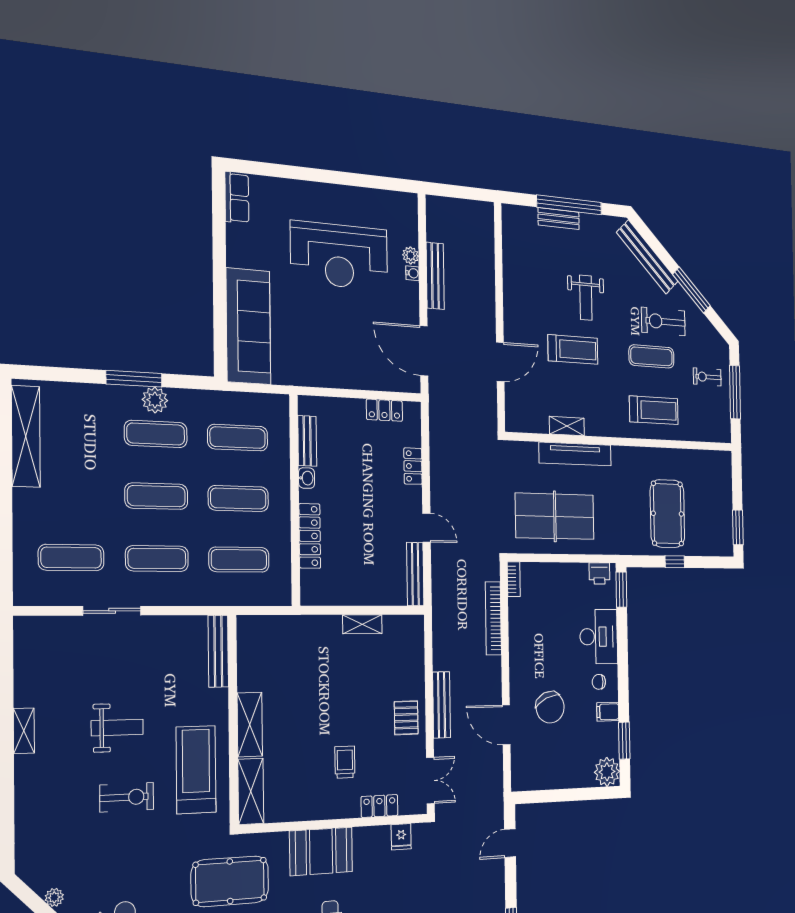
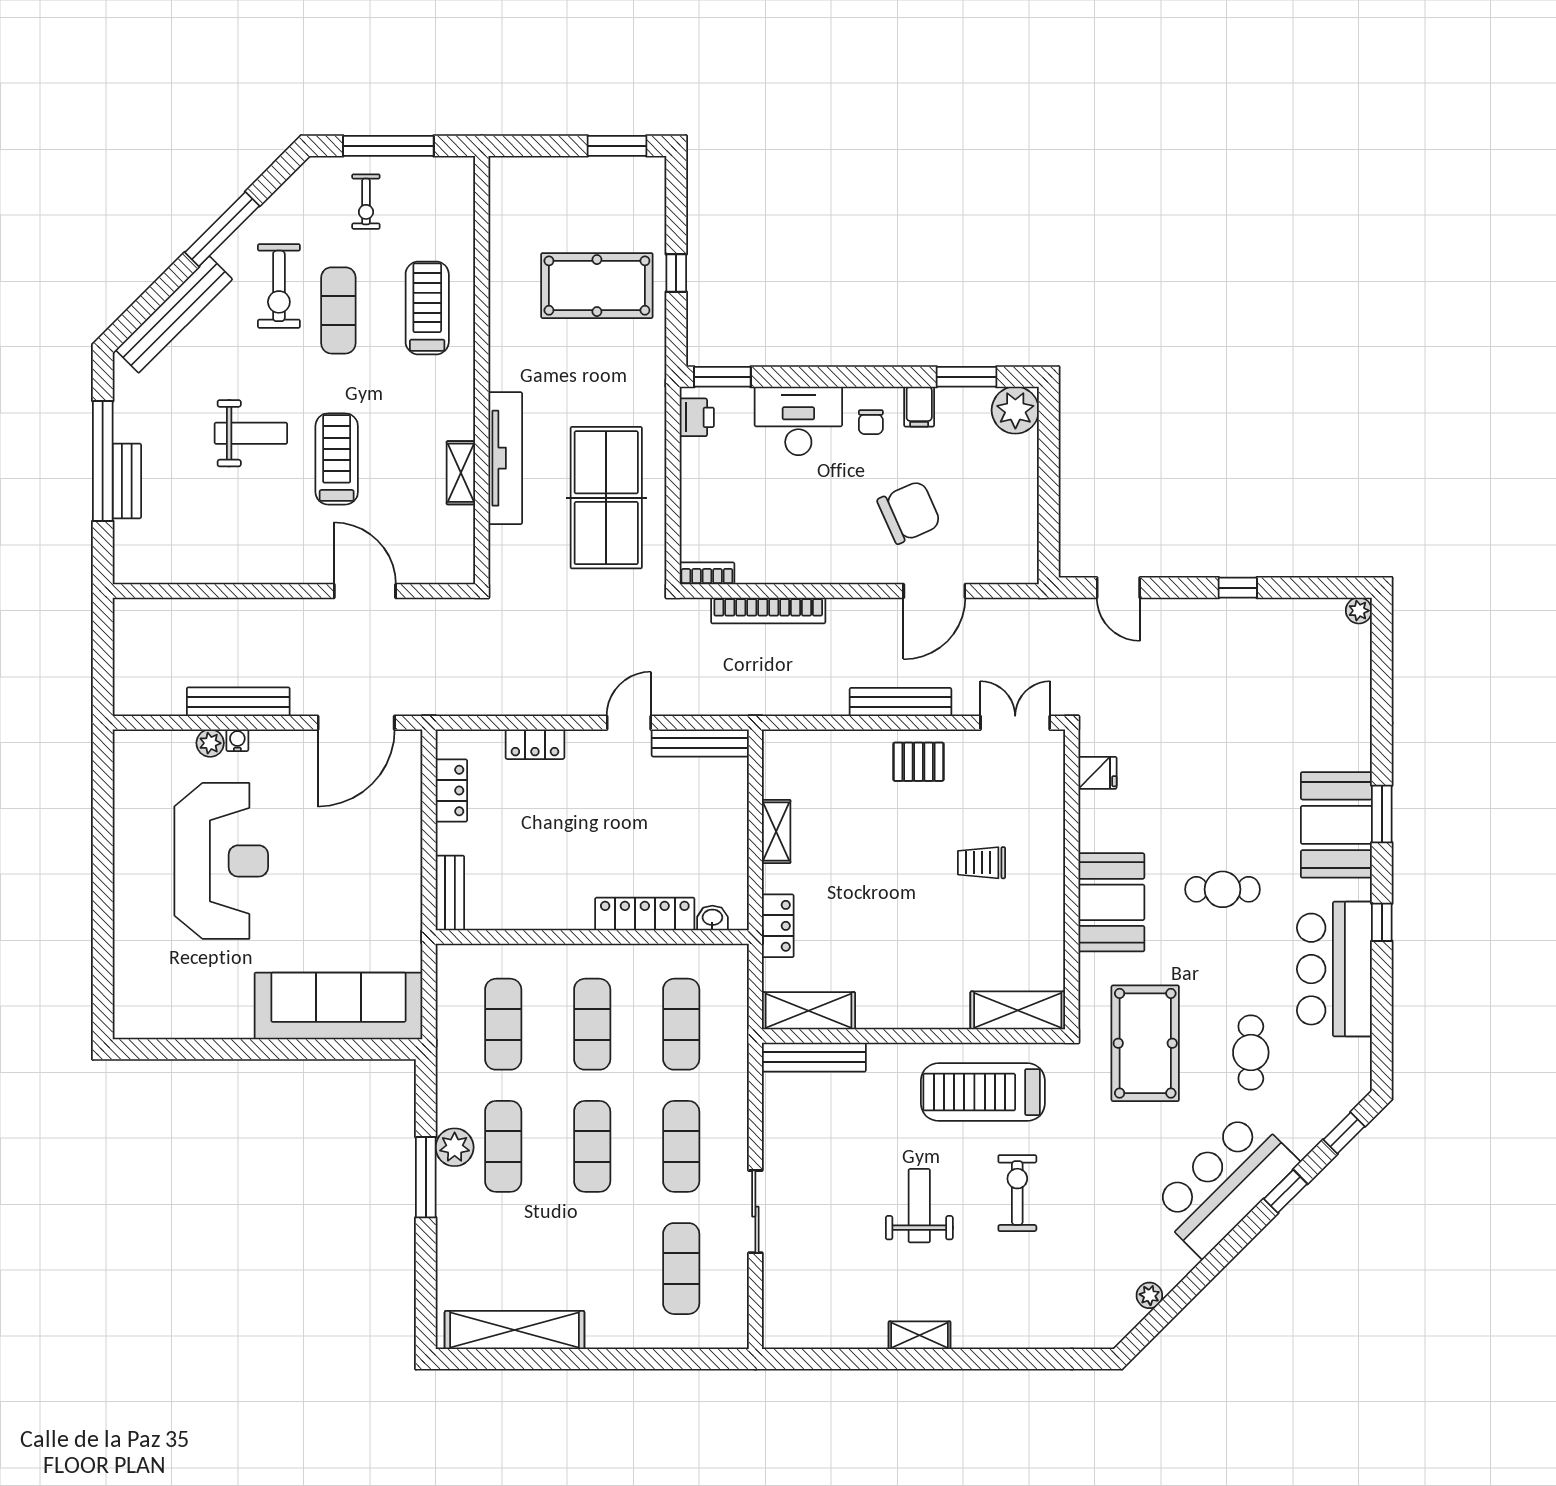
row of seats: (237, 198) -> (150, 1021), removed
bench: (307, 441) -> (450, 893), moved, turned 90
washbasin: (306, 478) -> (712, 918), moved
shelving: (250, 725) -> (809, 1011), moved
locker: (379, 806) -> (778, 926), moved, turned 180

